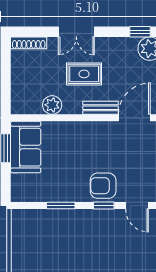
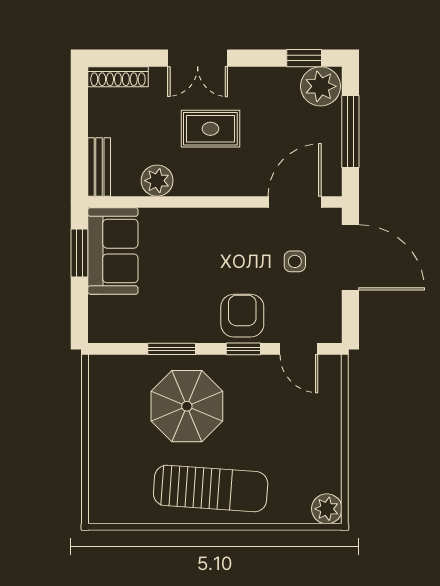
bench: (101, 108) -> (99, 167), moved, turned 90
side table: (134, 153) -> (295, 261), added
armchair: (103, 186) -> (242, 316), turned 90
parasol: (70, 240) -> (187, 406), added

